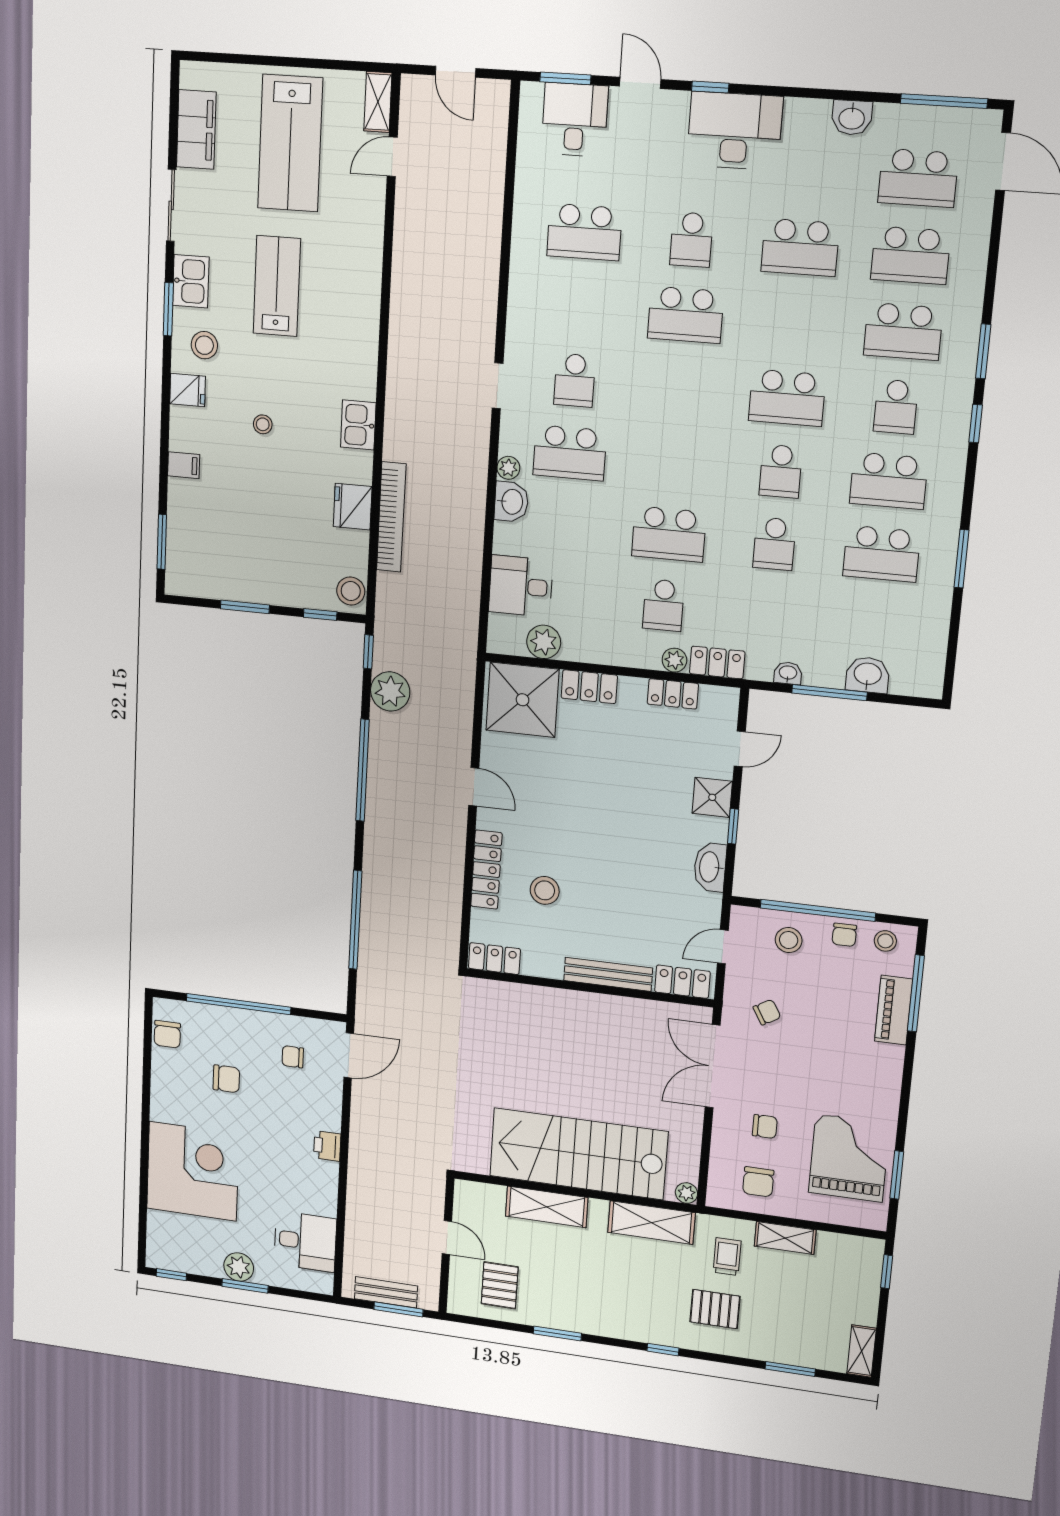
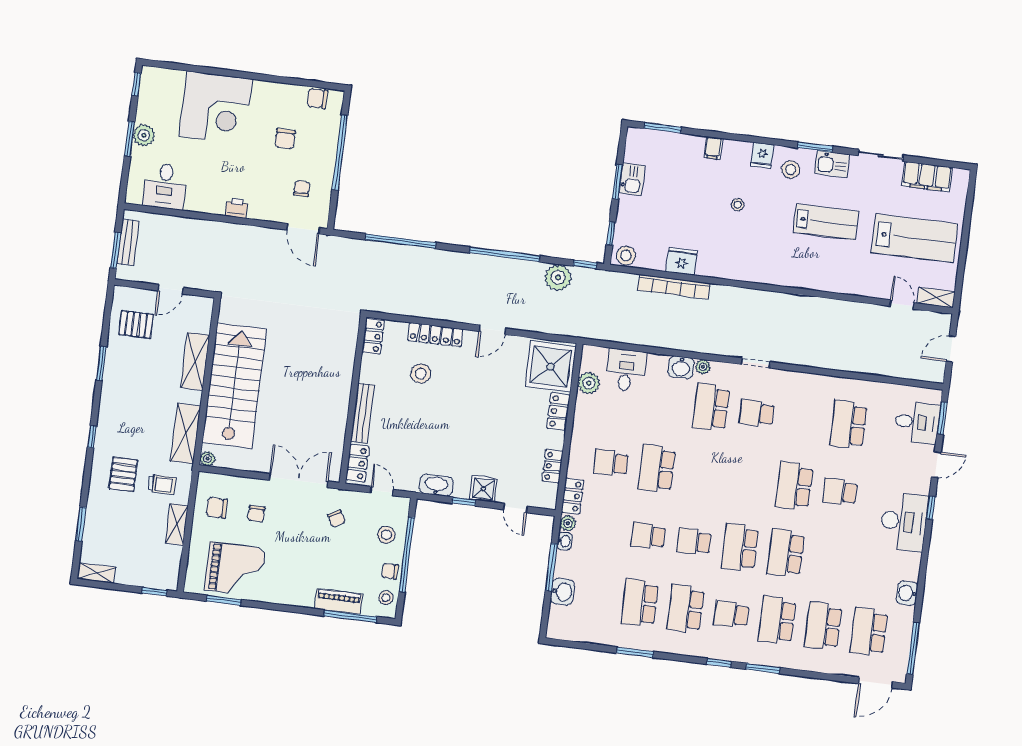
lab bench: (290, 143) -> (915, 238), turned 180
school desk: (800, 247) -> (786, 553), moved
kitchen sink: (358, 425) -> (632, 179), moved, turned 90
plant: (674, 660) -> (568, 523), moved

